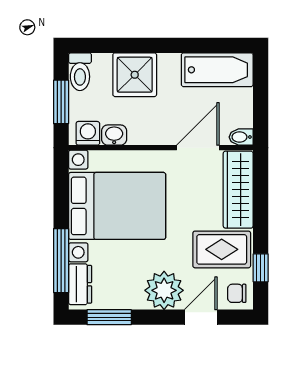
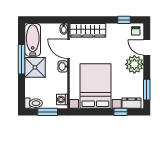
window: (175, 45) -> (21, 59), added
shower: (135, 75) -> (35, 67), moved
washbasin: (114, 135) -> (63, 66), moved
rug: (222, 249) -> (116, 38), removed
window: (61, 261) -> (121, 112), width x0.46

